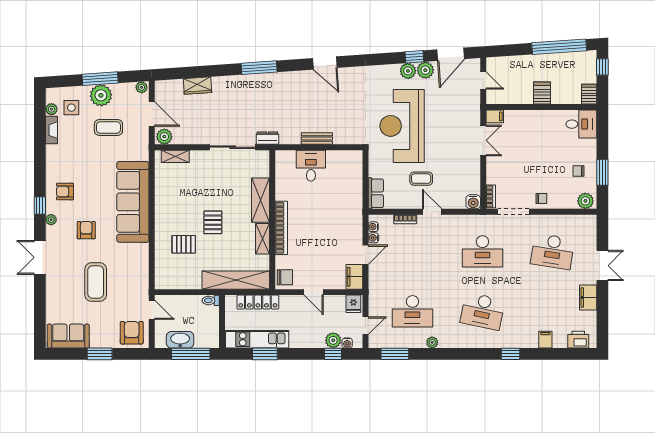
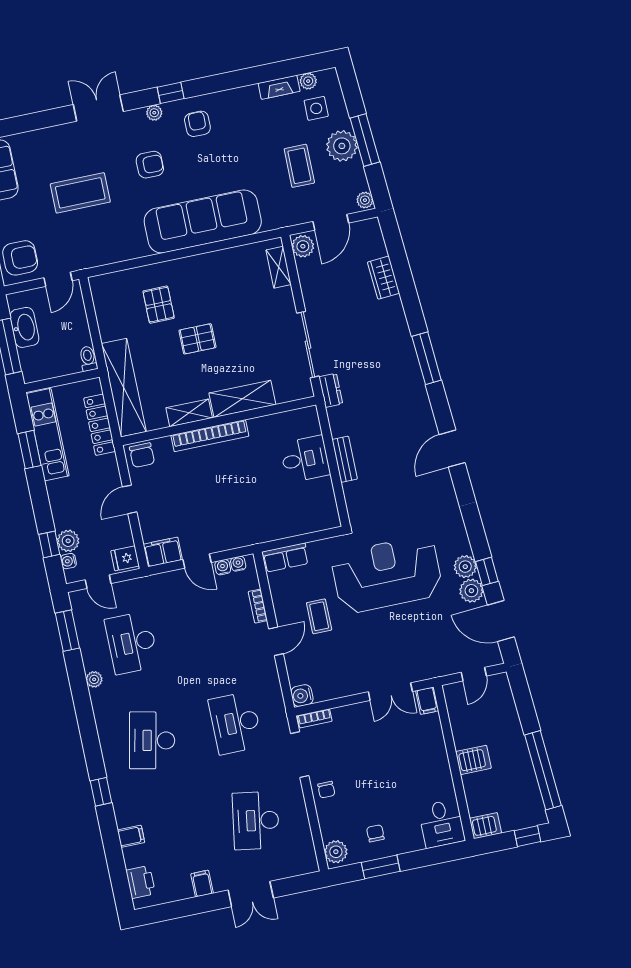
filing cabinet: (588, 298) -> (202, 884), width x0.50

